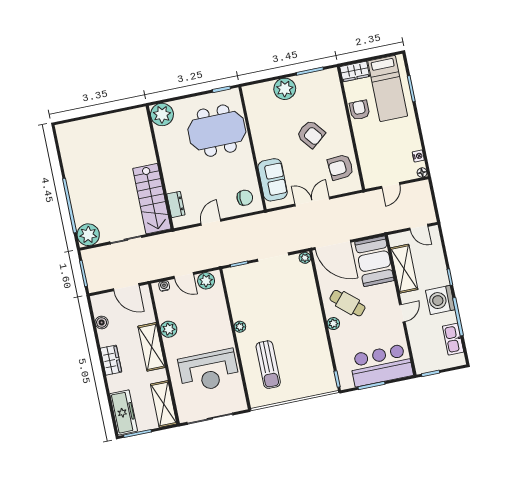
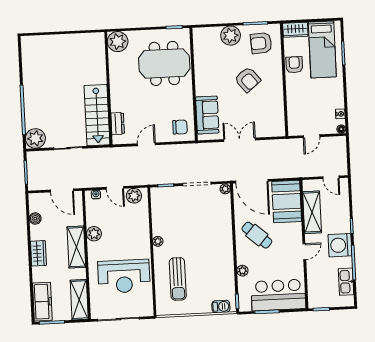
armchair: (341, 167) -> (261, 43), moved
plant: (333, 324) -> (242, 271), moved
barbecue: (320, 387) -> (221, 307), added

